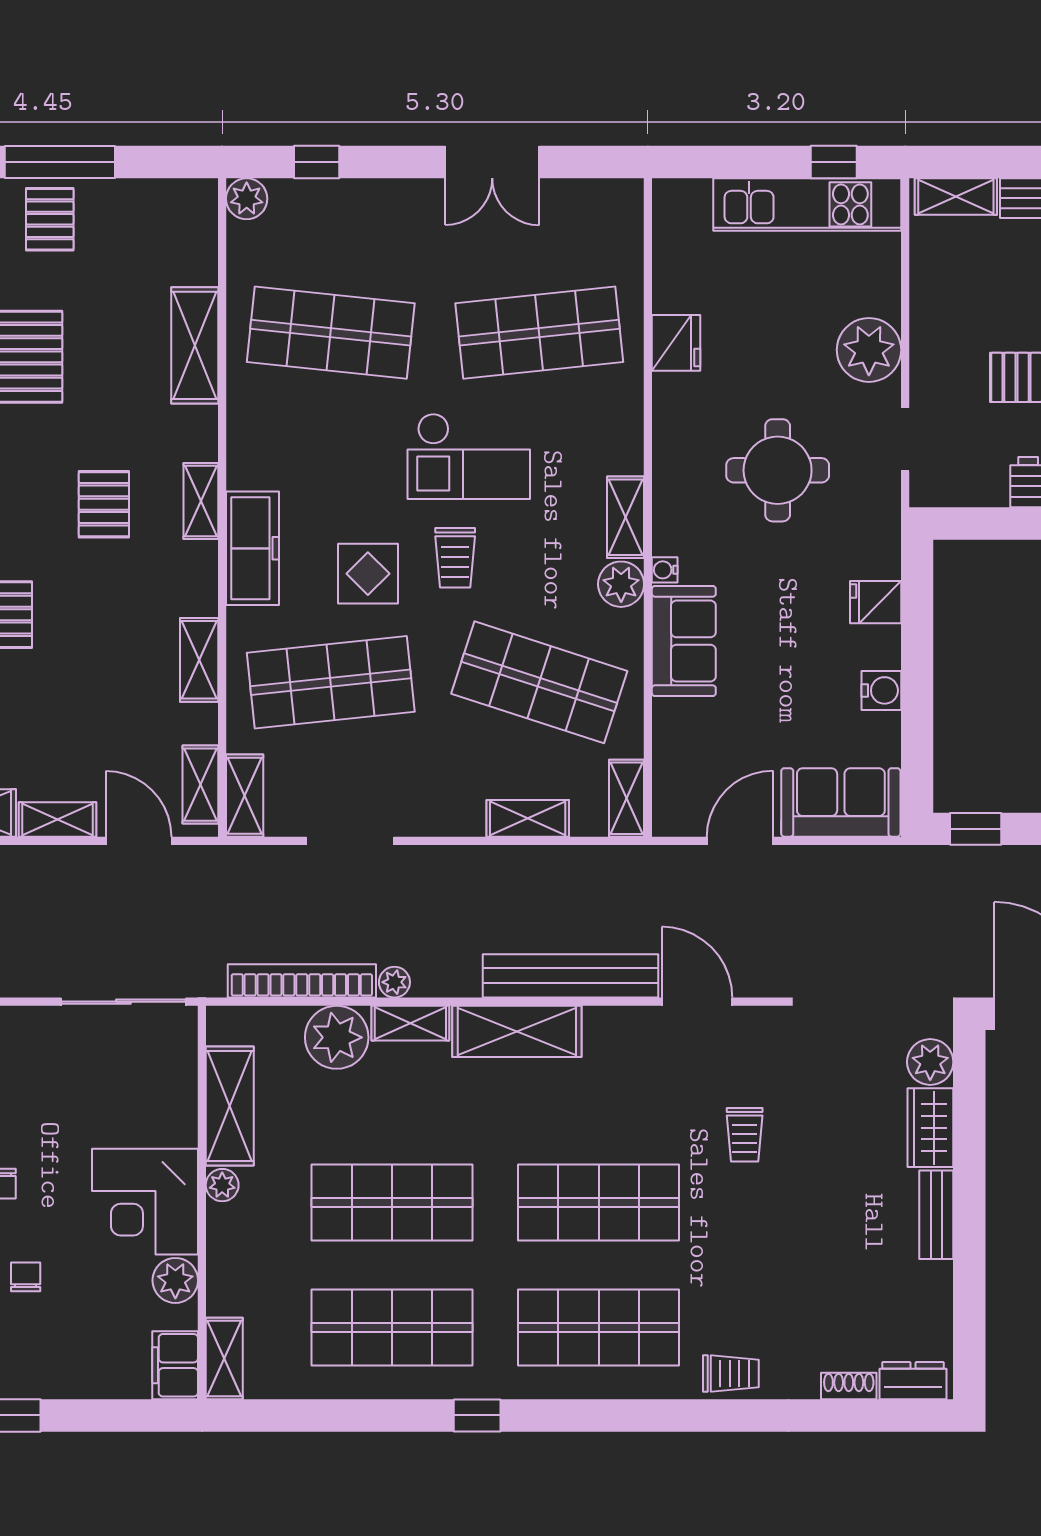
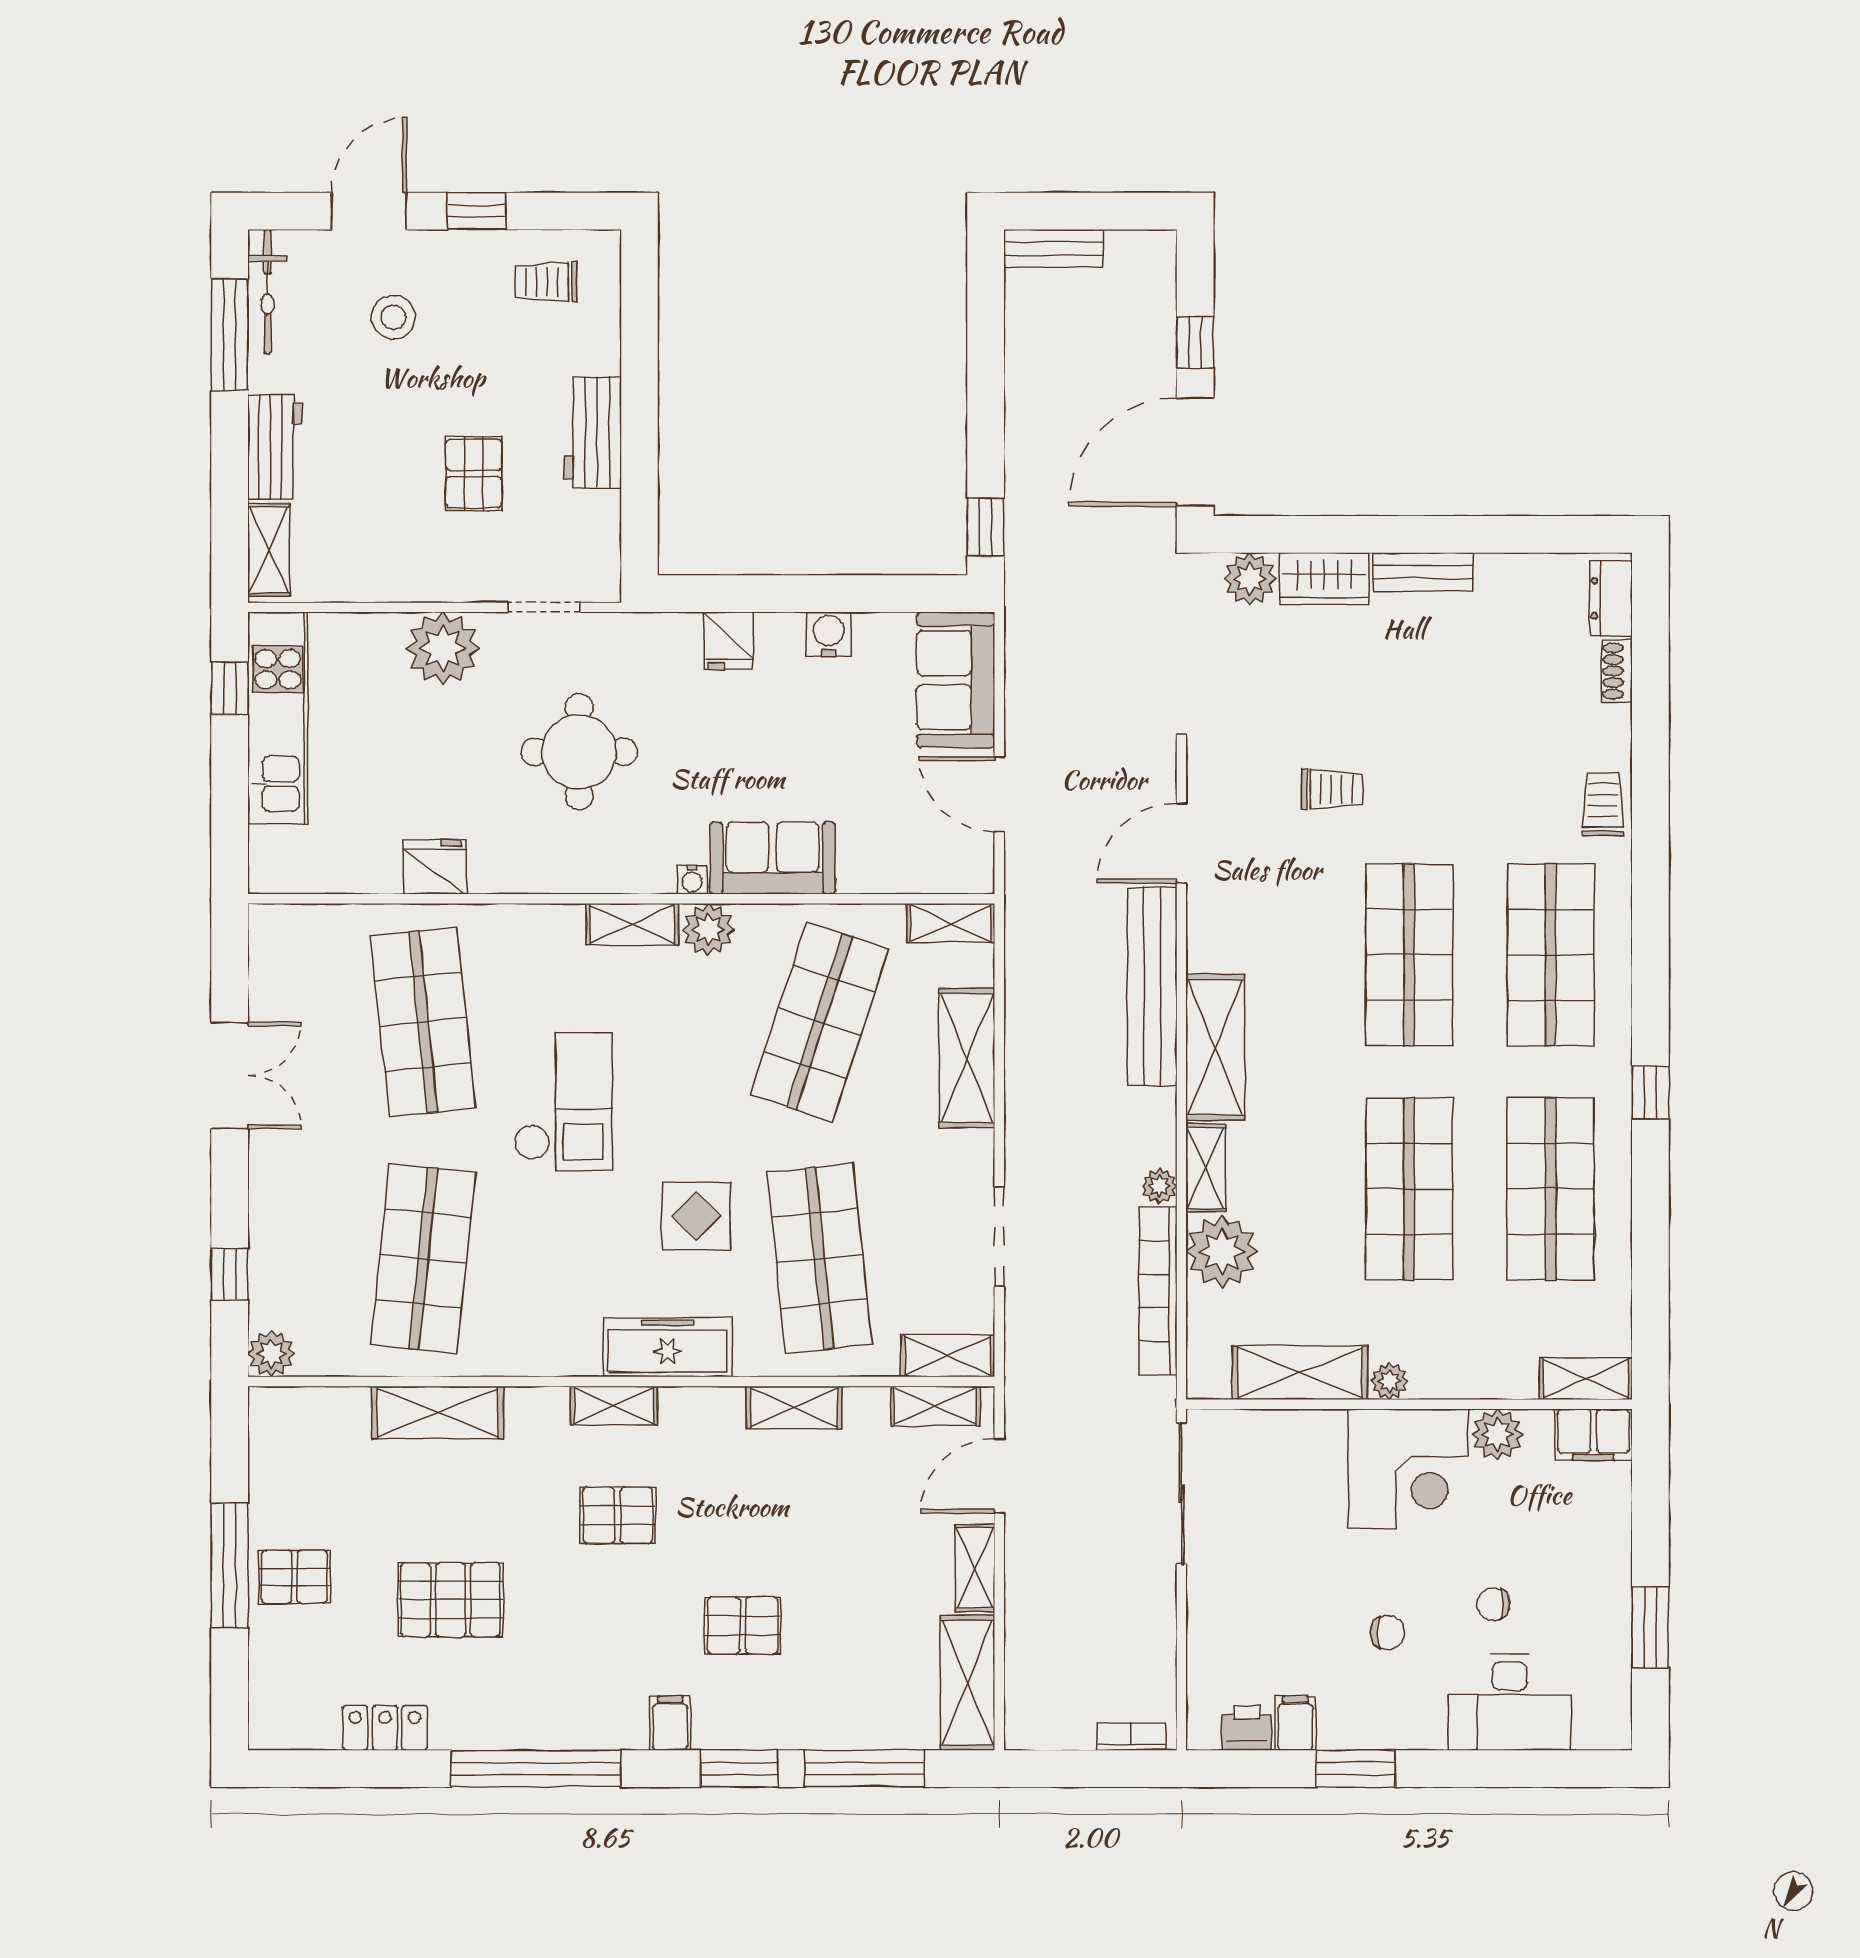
trolley: (455, 558) -> (678, 1117), removed
shelving: (528, 818) -> (967, 1058), width x1.50, depth x1.33

